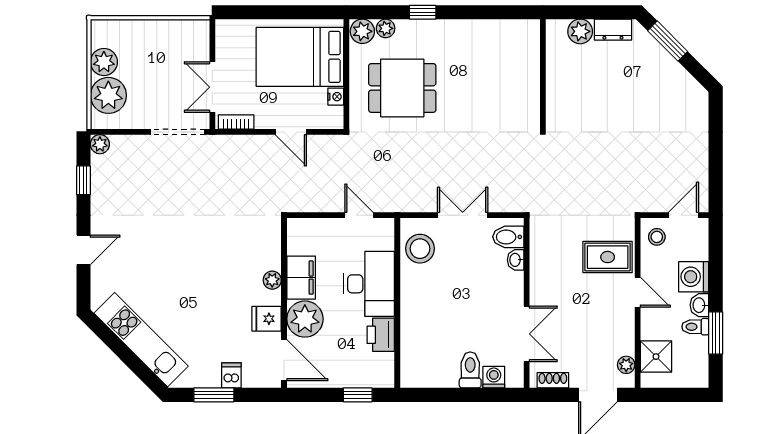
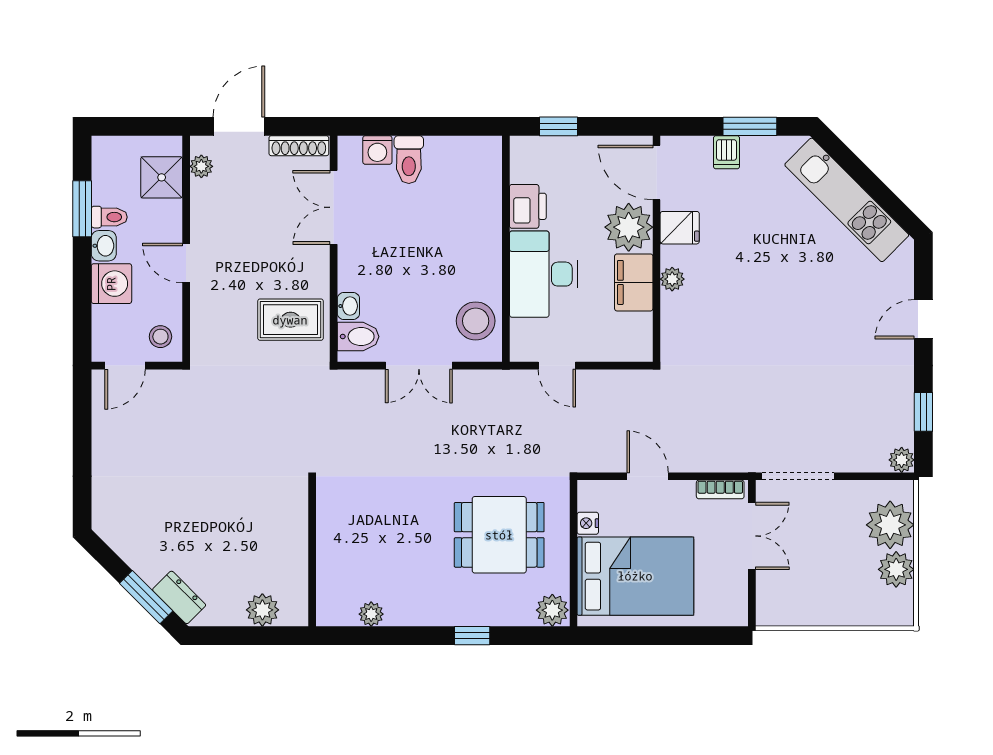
plant: (386, 28) -> (371, 614), moved
dresser: (613, 30) -> (179, 597), moved, turned 45
rug: (608, 257) -> (290, 320), moved
shoe rack: (553, 380) -> (299, 146), width x1.43

